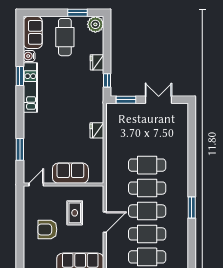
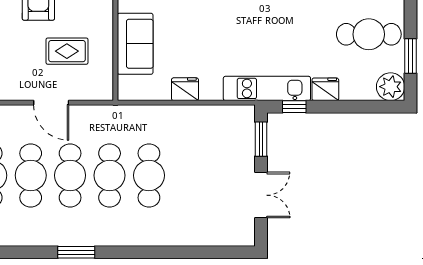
kitchen unit: (96, 96) -> (267, 88), added
fridge: (97, 130) -> (185, 89), moved

